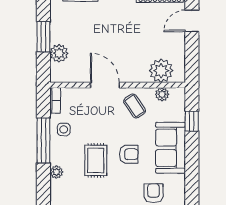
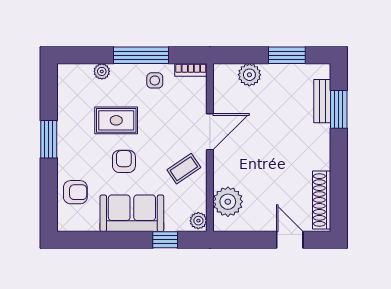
window: (43, 37) -> (287, 55), moved
plant: (162, 94) -> (198, 221), moved
armchair: (129, 154) -> (124, 161), turned 180

